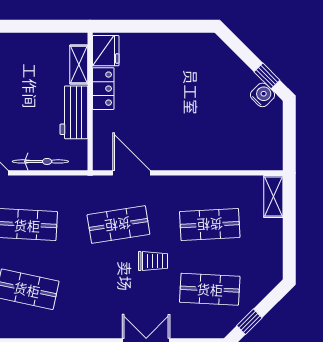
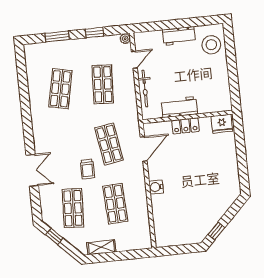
shelving: (79, 65) -> (211, 107), removed
locker: (103, 89) -> (185, 126), moved
water cooler: (263, 95) -> (156, 187), moved, turned 135
shelving: (273, 196) -> (101, 247), moved

